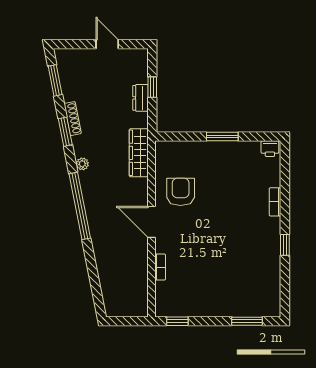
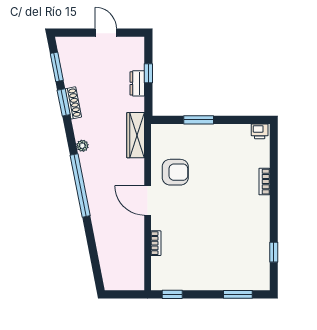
window: (65, 132) -> (64, 102), moved
window: (222, 137) -> (199, 120), moved
armchair: (181, 192) -> (175, 172), turned 90
window: (285, 245) -> (274, 252), moved

